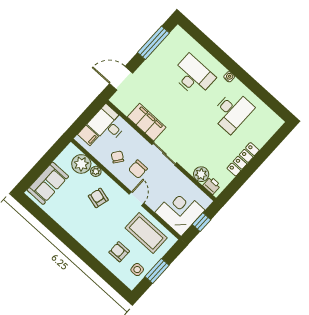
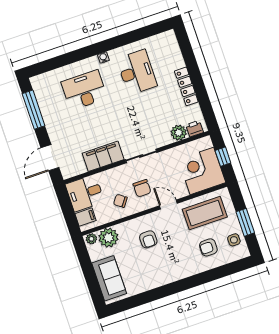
plant: (96, 171) -> (91, 239), moved
armchair: (98, 198) -> (148, 239), turned -105

